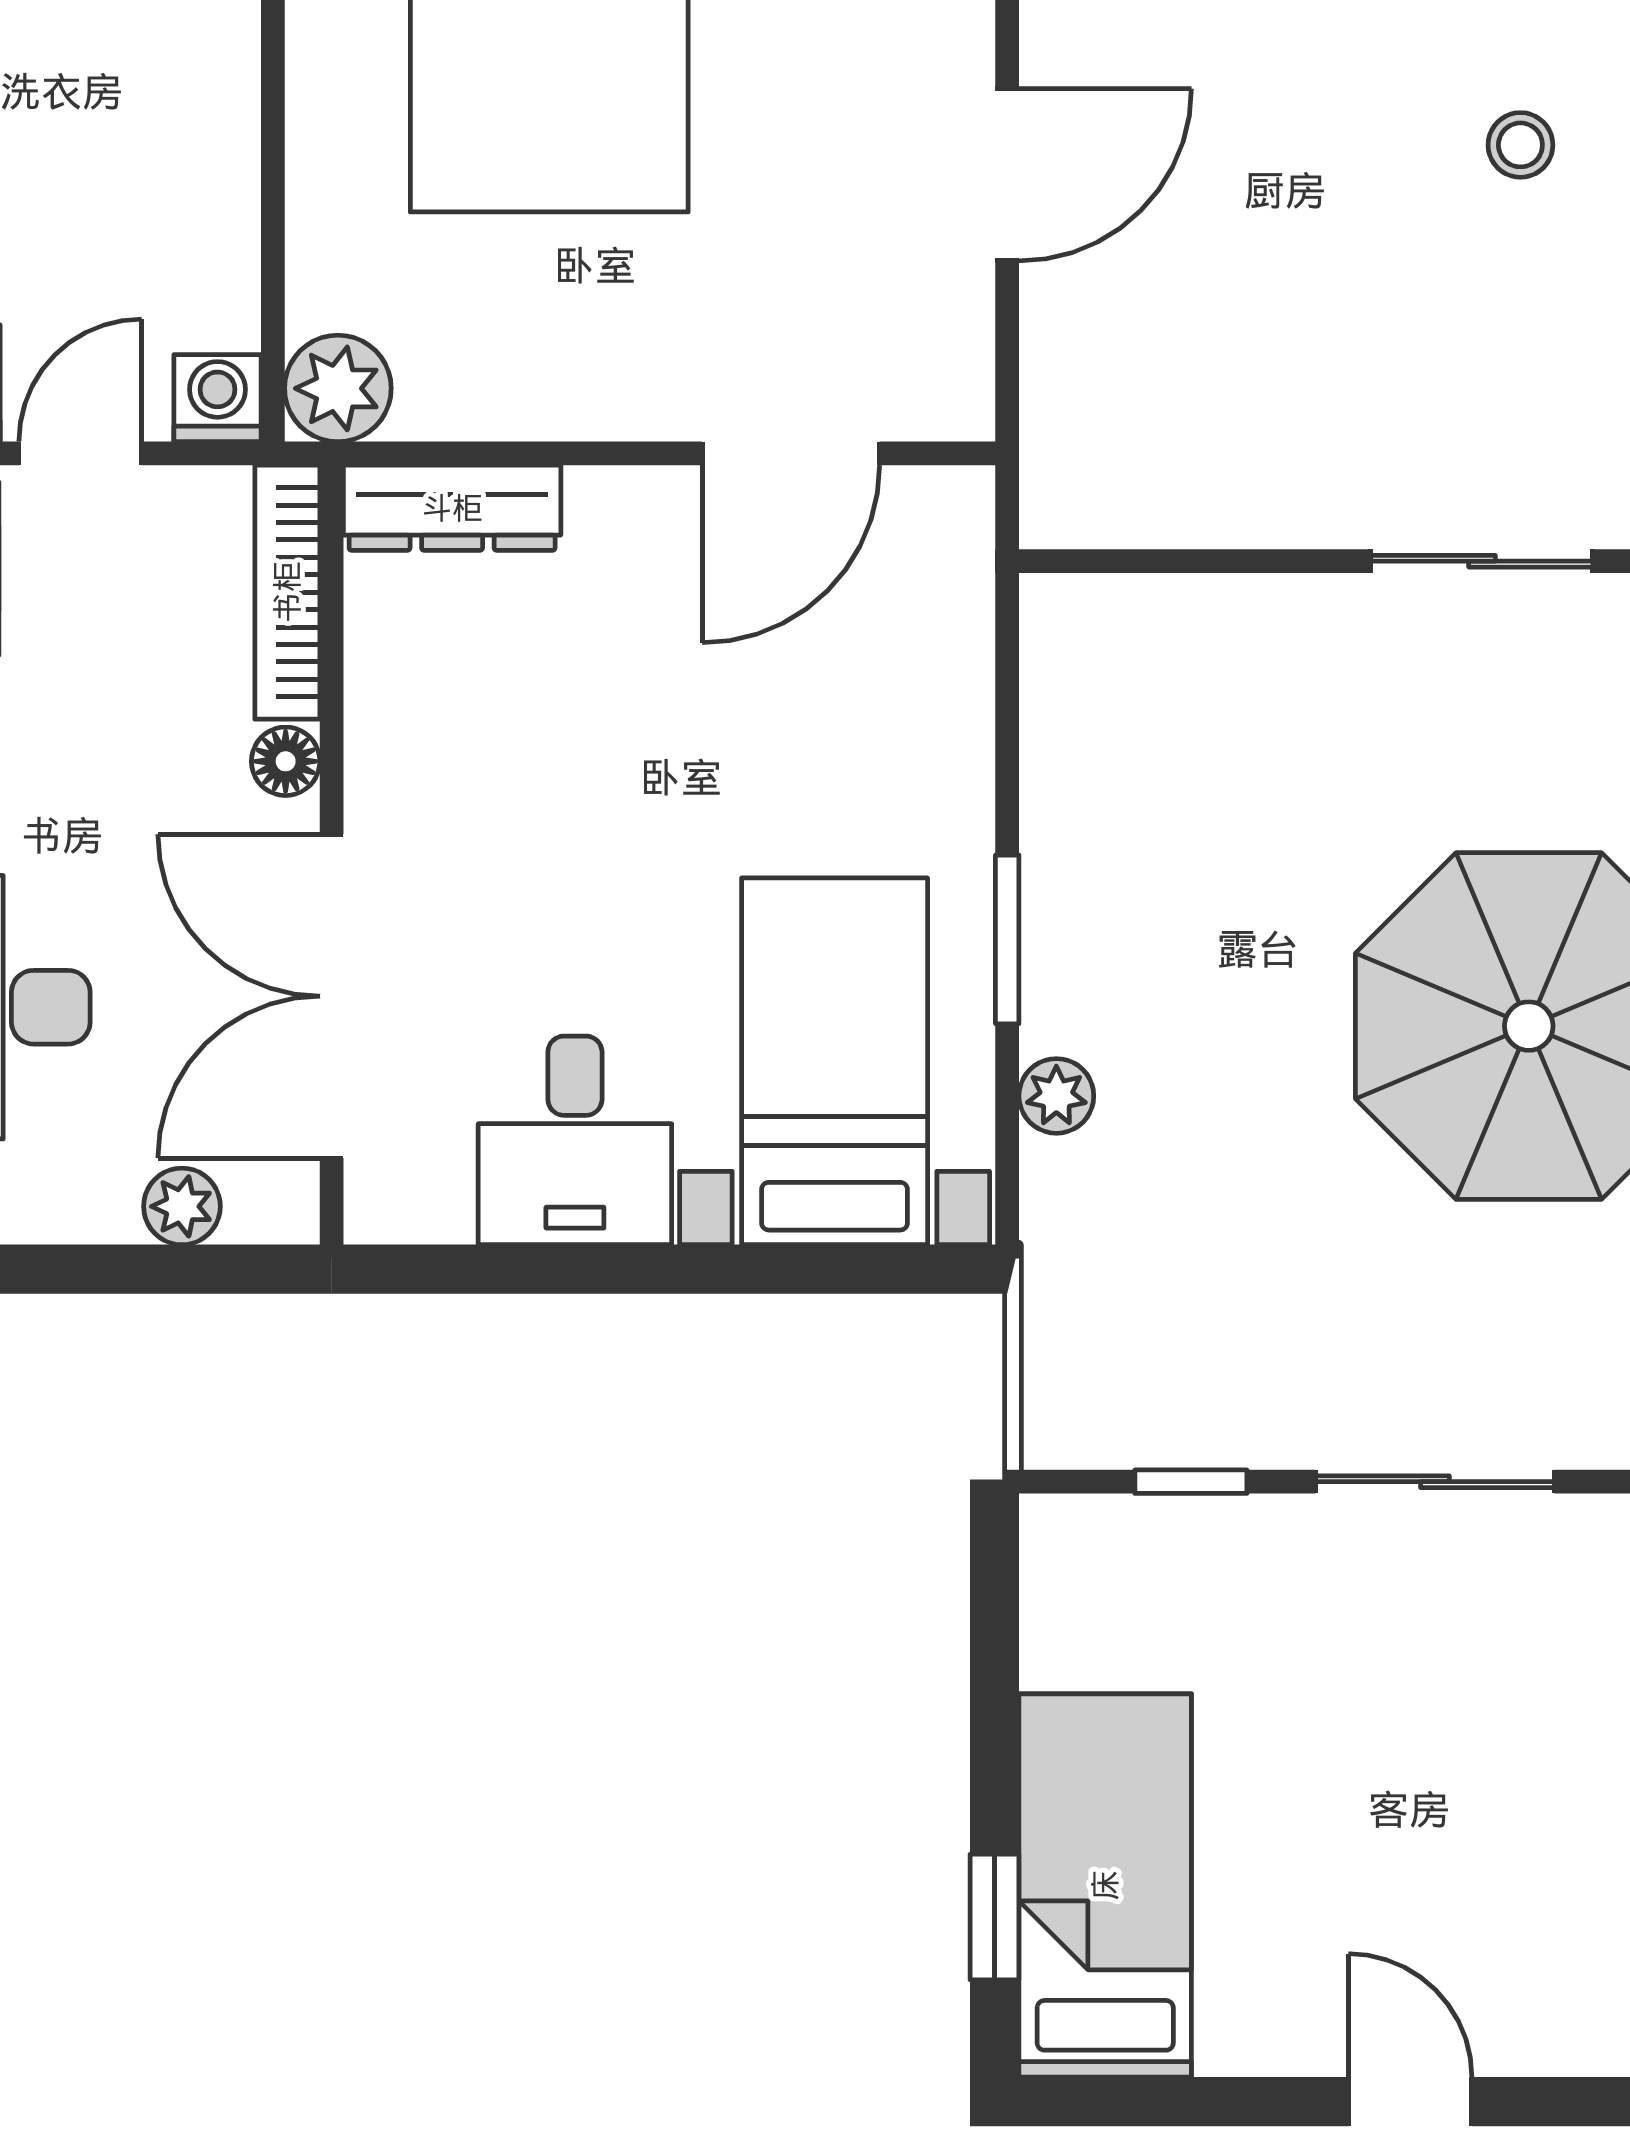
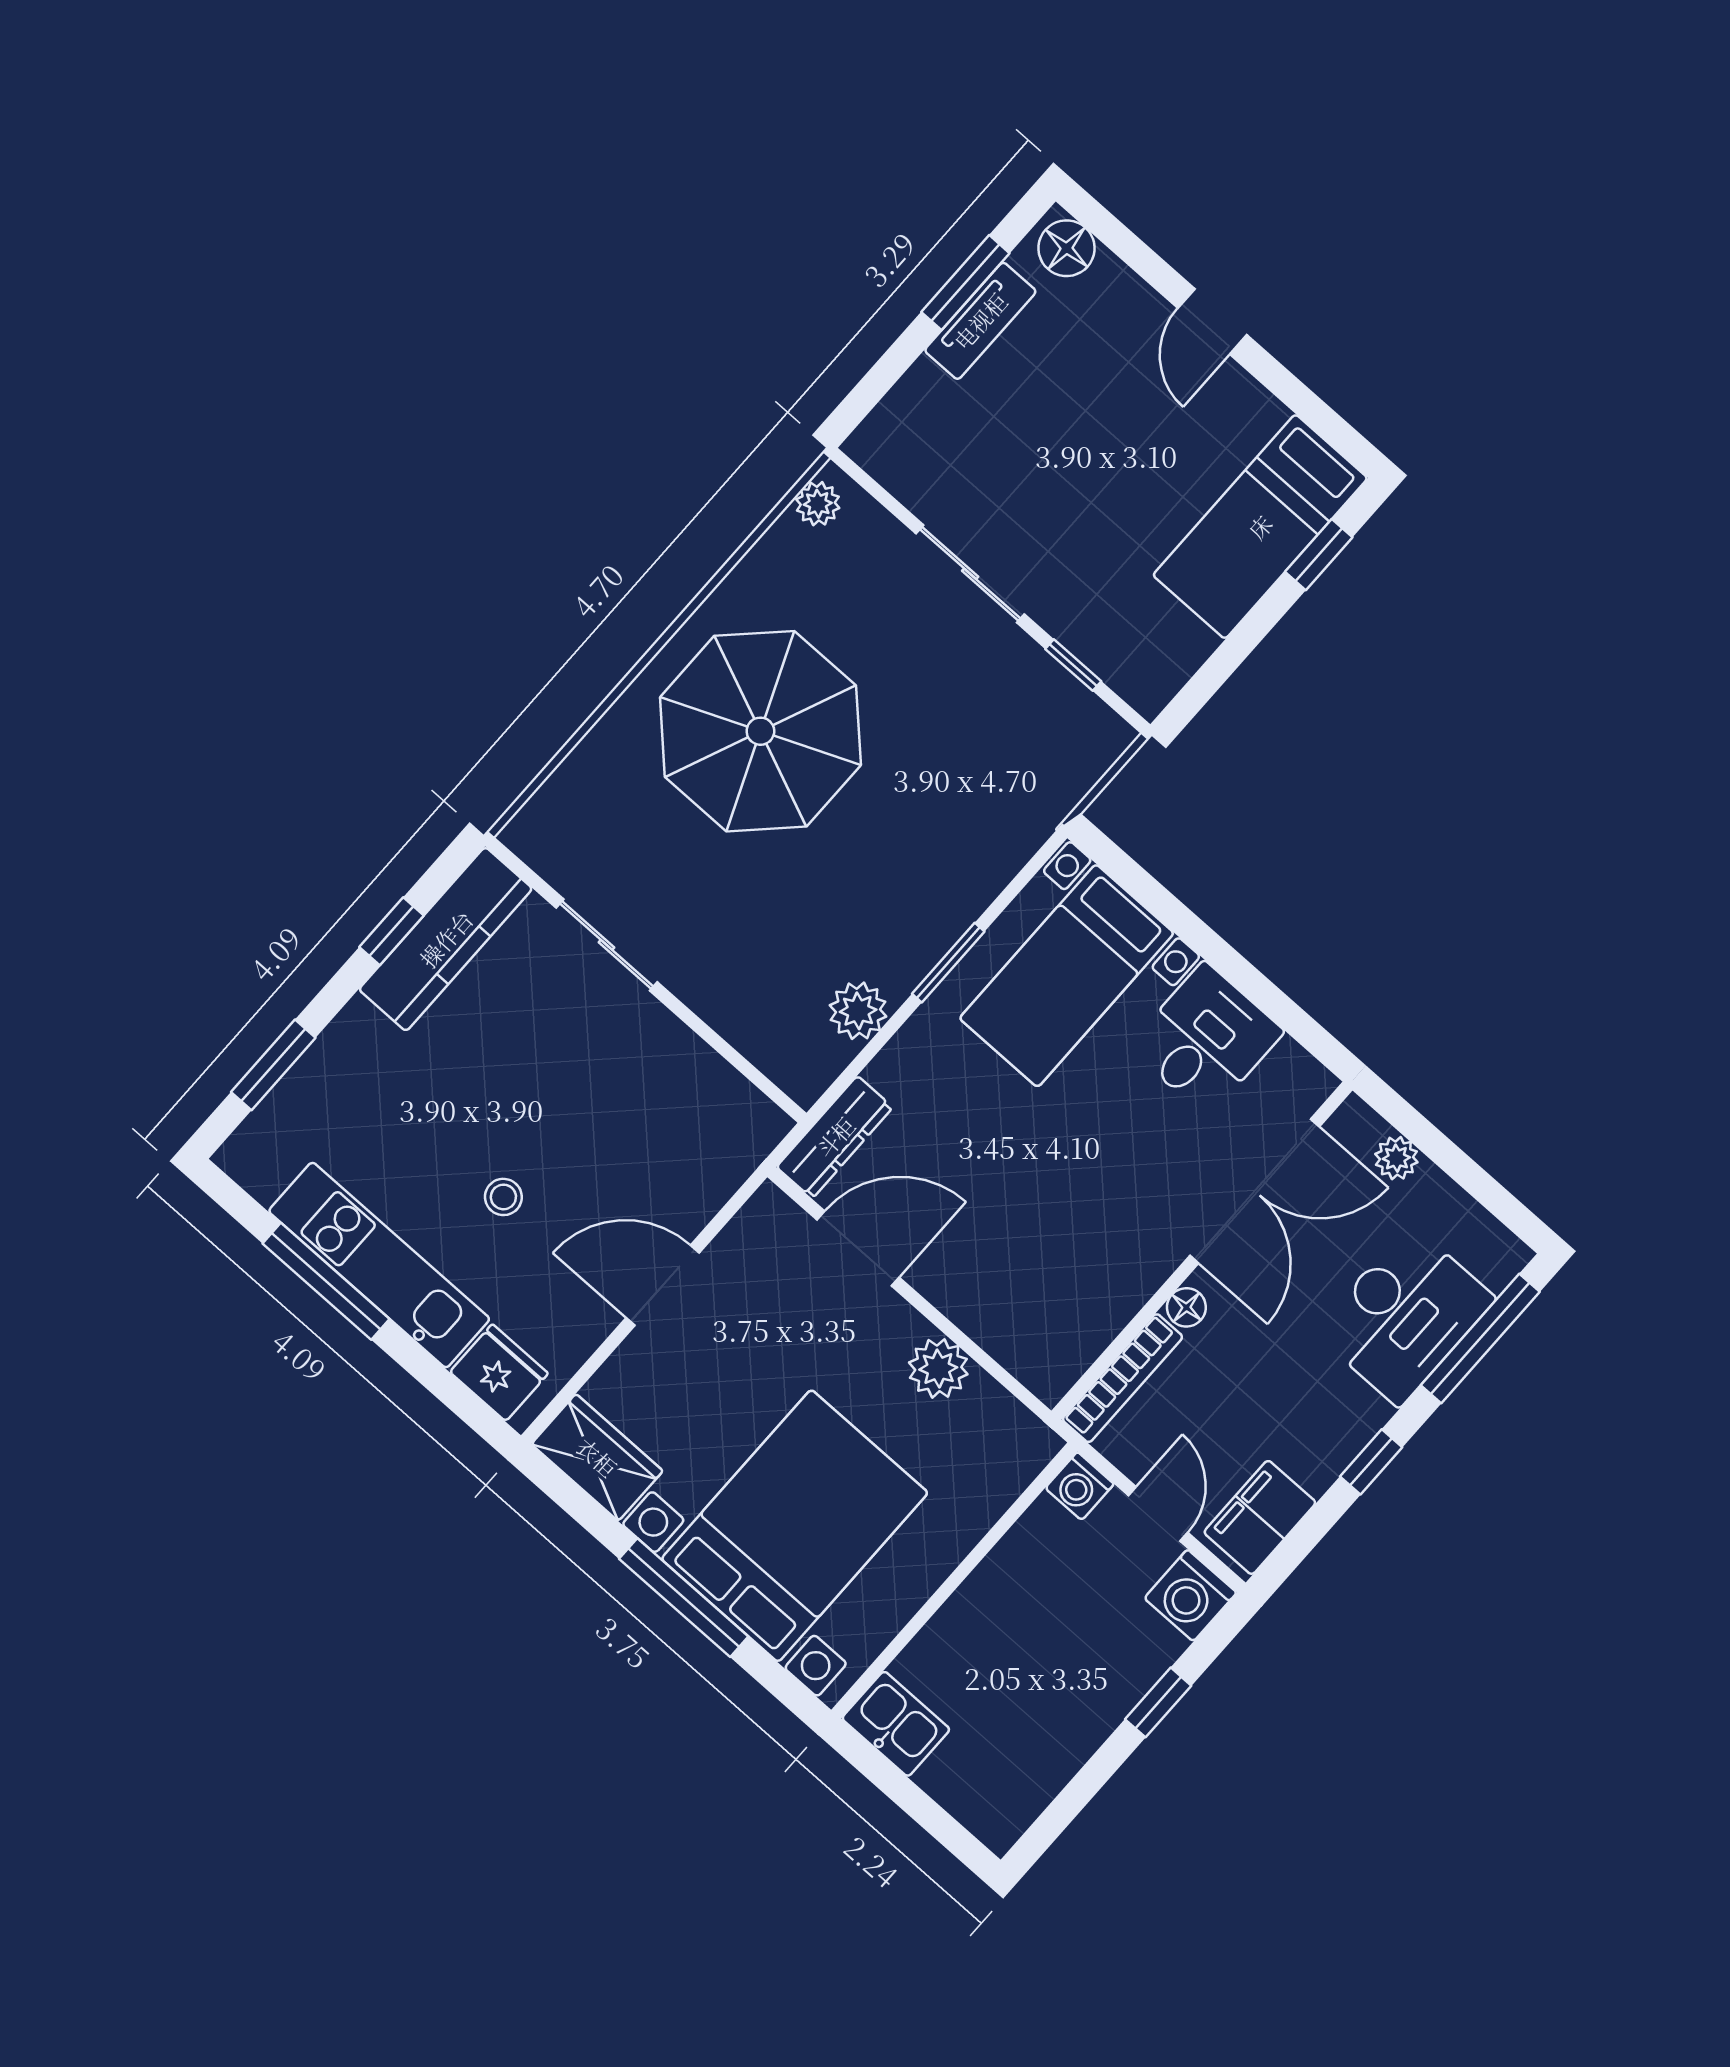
stool: (1520, 145) -> (503, 1197), moved
plant: (338, 388) -> (938, 1368), moved
door: (80, 453) -> (1158, 1514), swing flipped
dresser: (452, 508) -> (835, 1137), moved, turned 90
plant: (1056, 1096) -> (858, 1011), moved, width x1.38, depth x1.38

